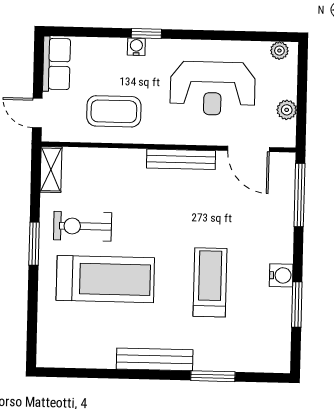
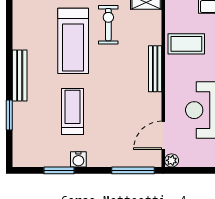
plant: (287, 110) -> (172, 160), moved
coffee table: (114, 111) -> (186, 44), turned 90
bench: (181, 159) -> (155, 69), moved
treadmill: (210, 282) -> (72, 112), turned -90

